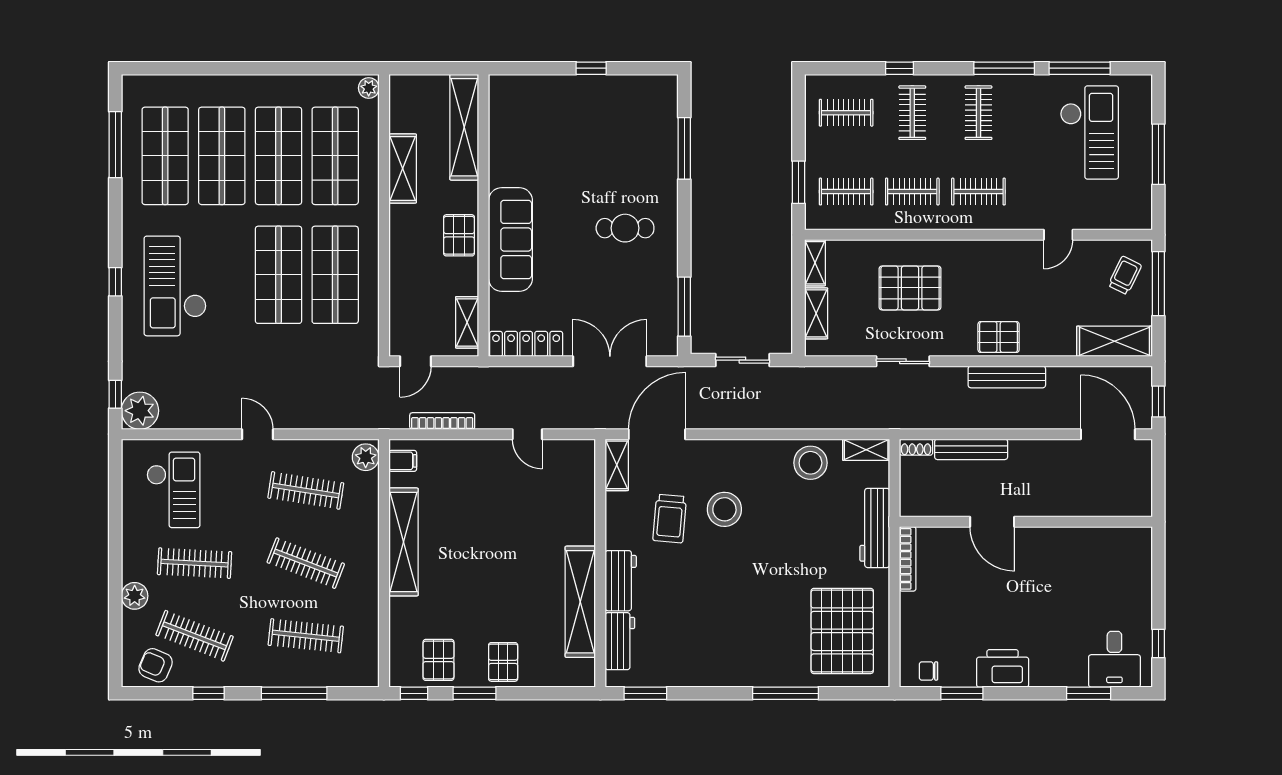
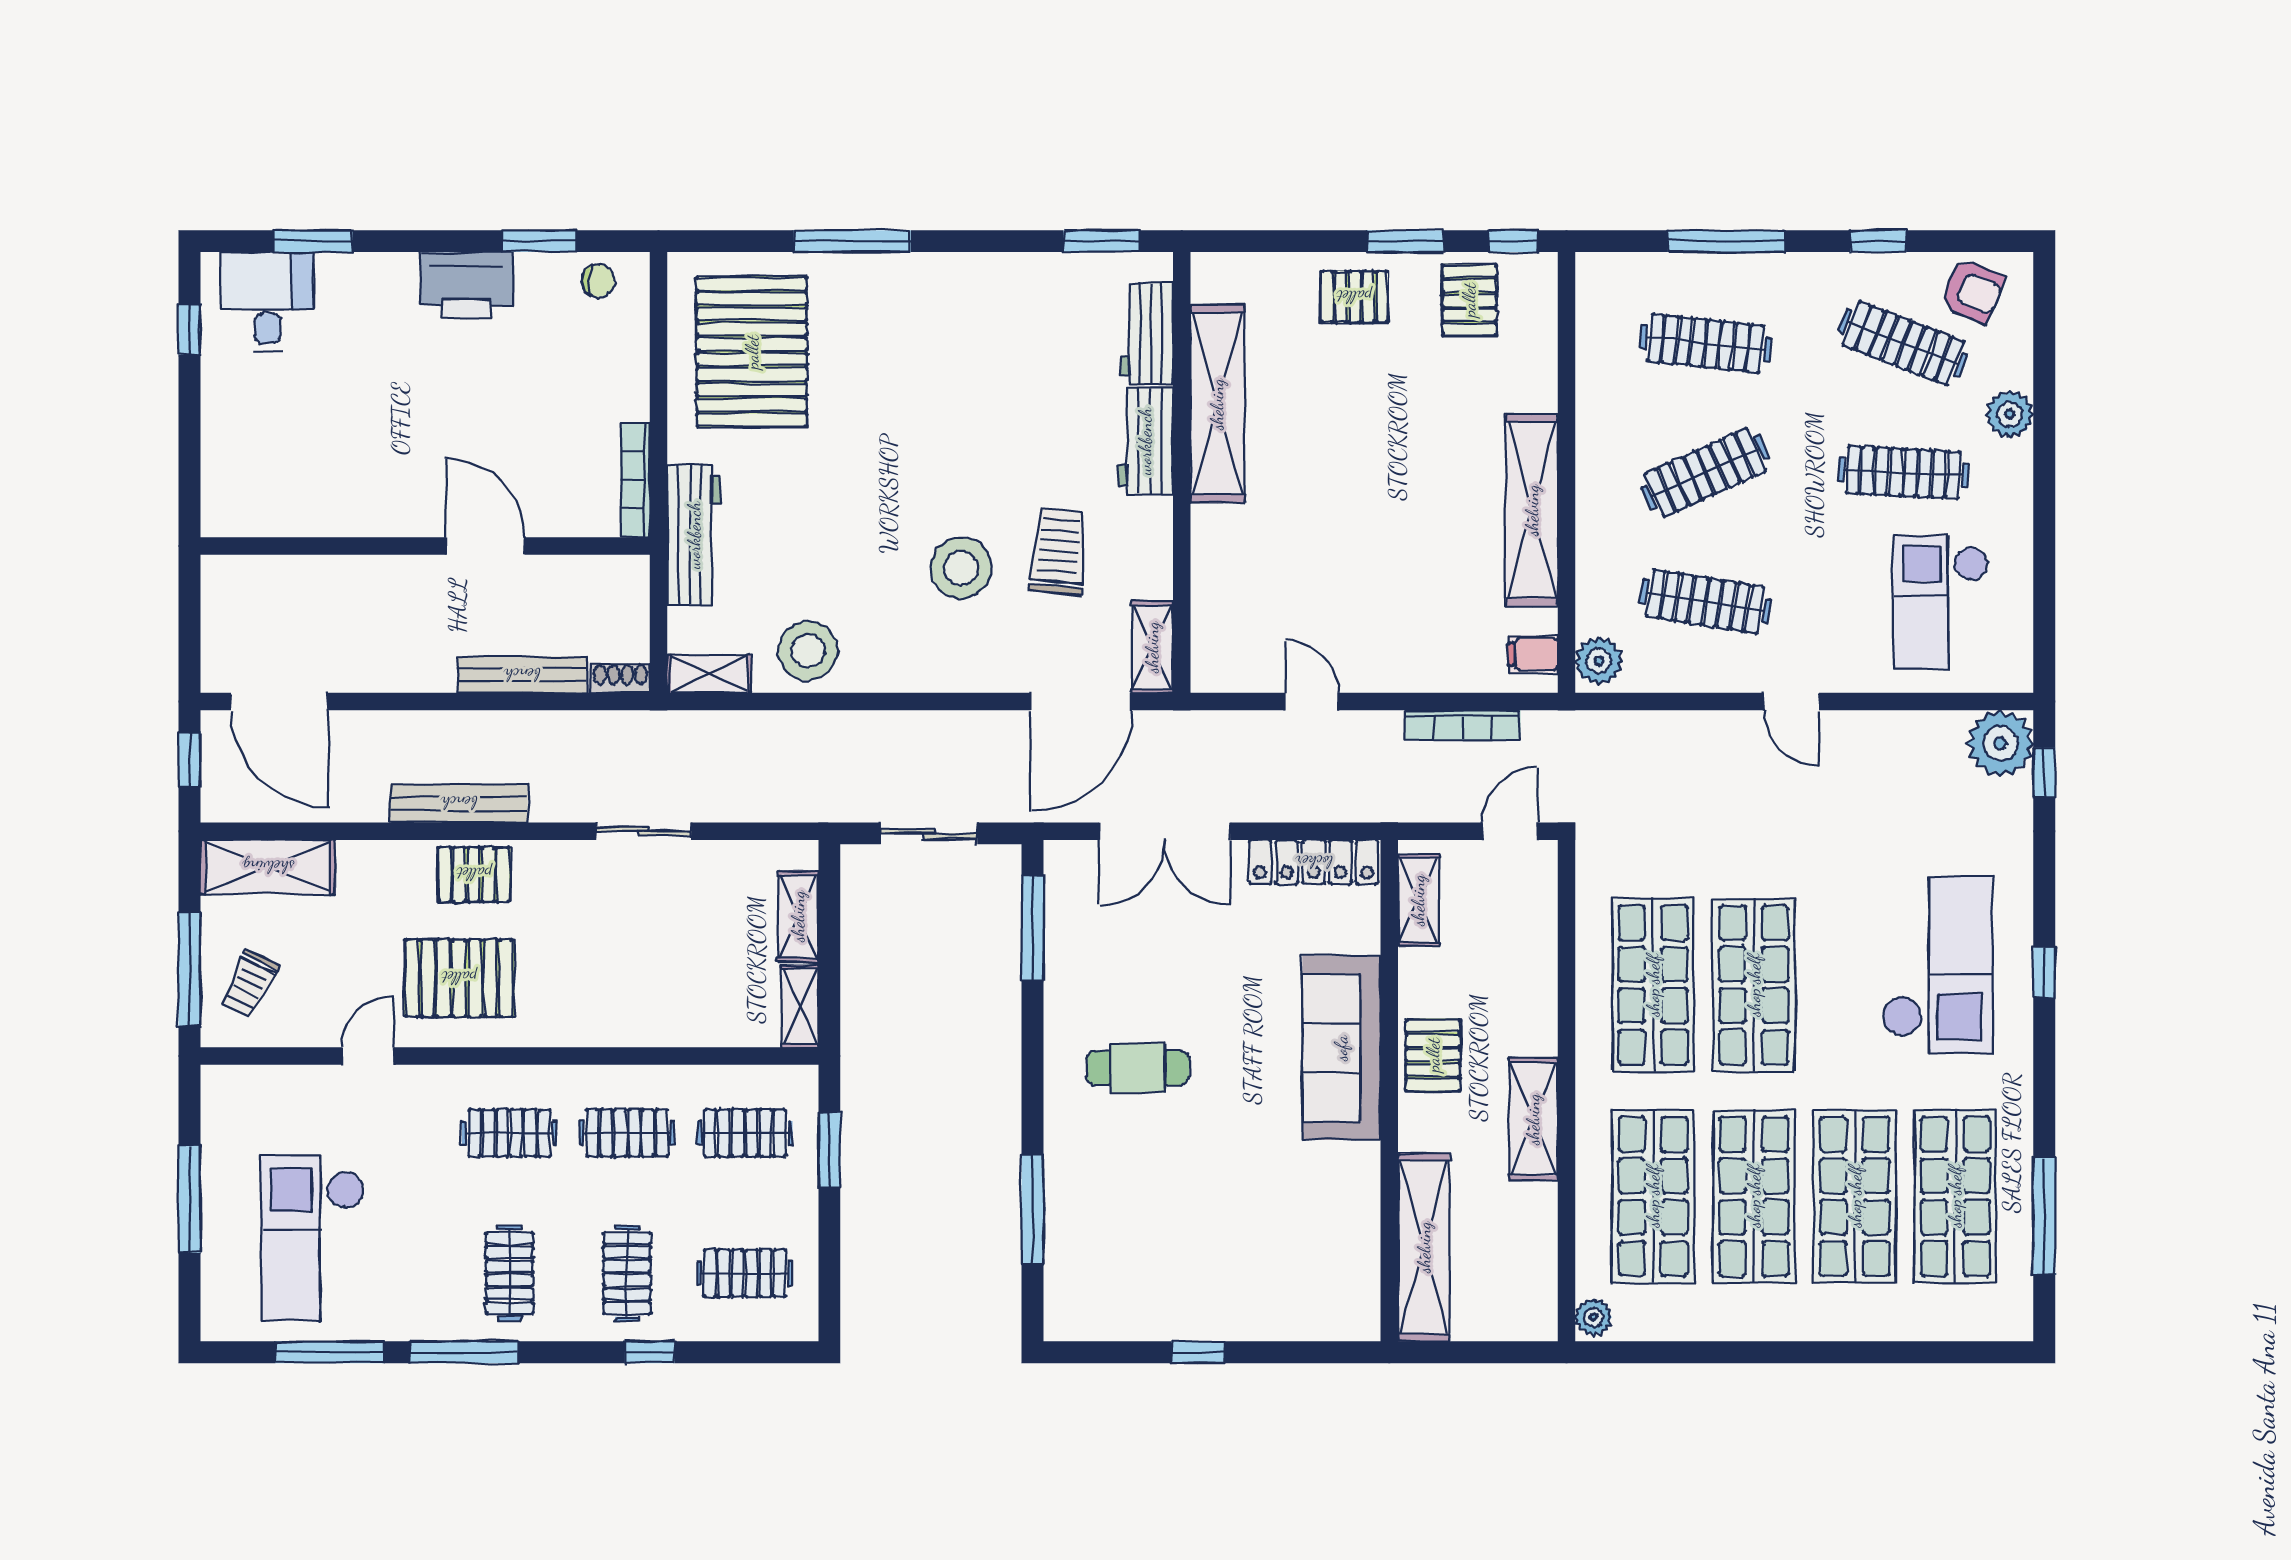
shelving: (403, 168) -> (1533, 1119), moved
pallet: (910, 288) -> (459, 978), moved
clothes rail: (306, 563) -> (1705, 472), turned -45
pallet: (503, 662) -> (1354, 297), turned 90

